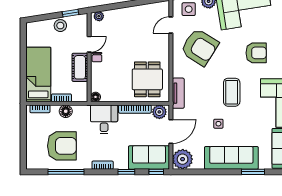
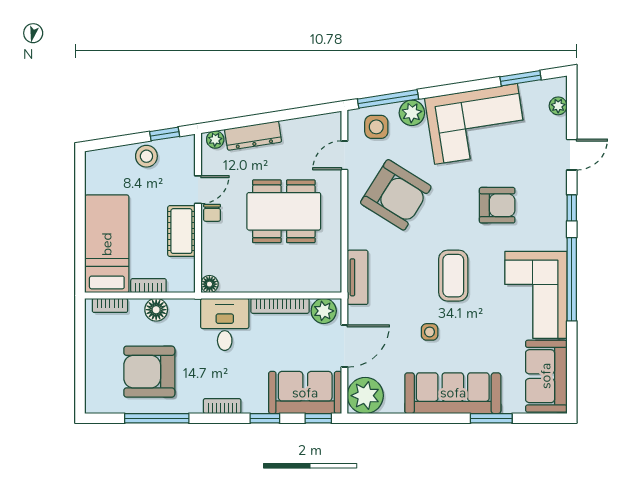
dresser: (120, 14) -> (253, 136), added
dining table: (147, 79) -> (284, 211), moved, width x1.38
armchair: (62, 146) -> (149, 372), turned 180

